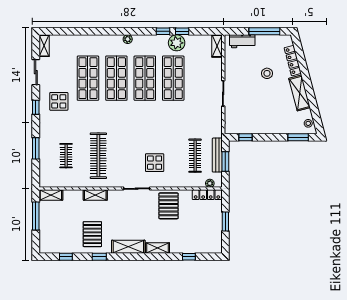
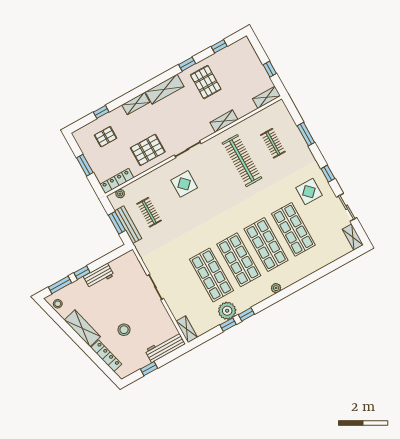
window: (264, 31) -> (149, 369), width x0.46
workbench: (242, 41) -> (165, 347), width x1.37
workbench: (263, 127) -> (99, 276), added
window: (245, 137) -> (82, 273), moved
clothes rail: (195, 156) -> (149, 212), width x0.73
pallet: (169, 206) -> (148, 150), turned 90
window: (36, 216) -> (270, 69), width x0.46
pallet: (196, 235) -> (106, 137), added

